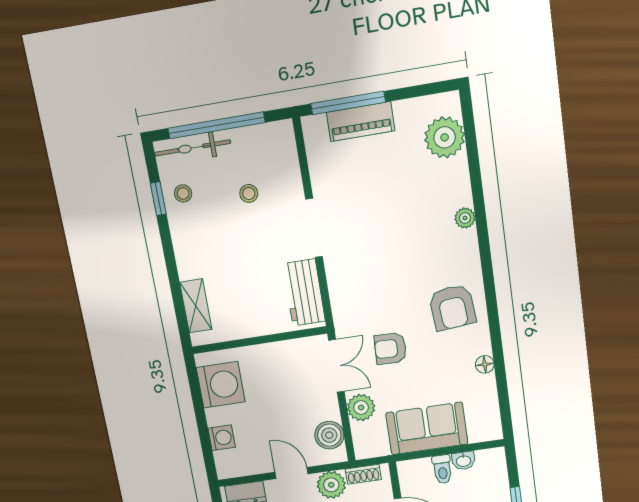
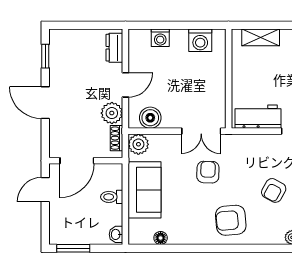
armchair: (403, 255) -> (274, 190), added
floor lamp: (485, 364) -> (161, 238), moved
washing machine: (221, 385) -> (200, 40), width x0.73, depth x0.73
plant: (361, 407) -> (138, 144), moved
washbasin: (464, 461) -> (116, 234), moved

